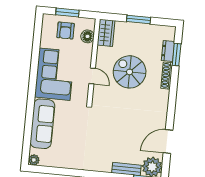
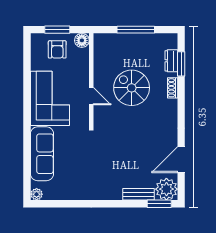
window: (139, 20) -> (136, 30), width x1.44
wardrobe: (106, 33) -> (102, 48), removed
floor lamp: (88, 36) -> (82, 40), moved
shoe rack: (167, 76) -> (173, 88), width x0.70

